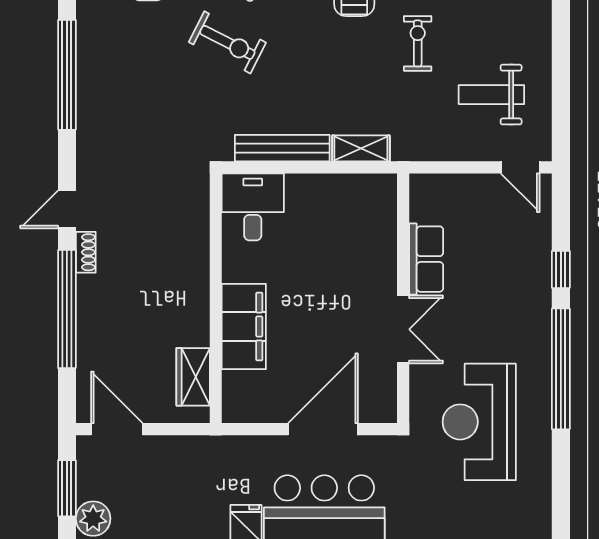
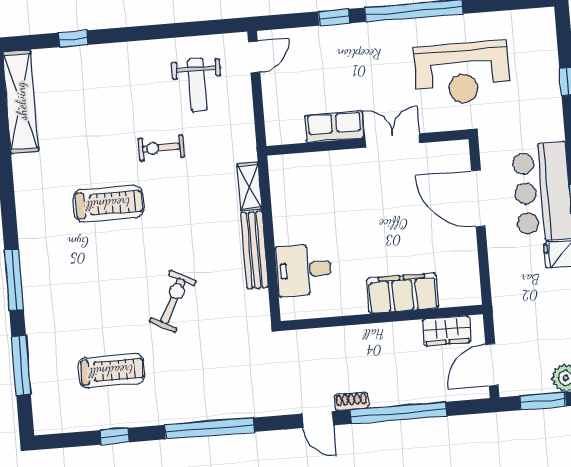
wall: (216, 298) -> (382, 318), moved
filing cabinet: (244, 326) -> (403, 293), moved
wardrobe: (193, 377) -> (447, 331), moved

